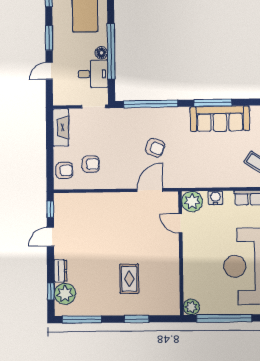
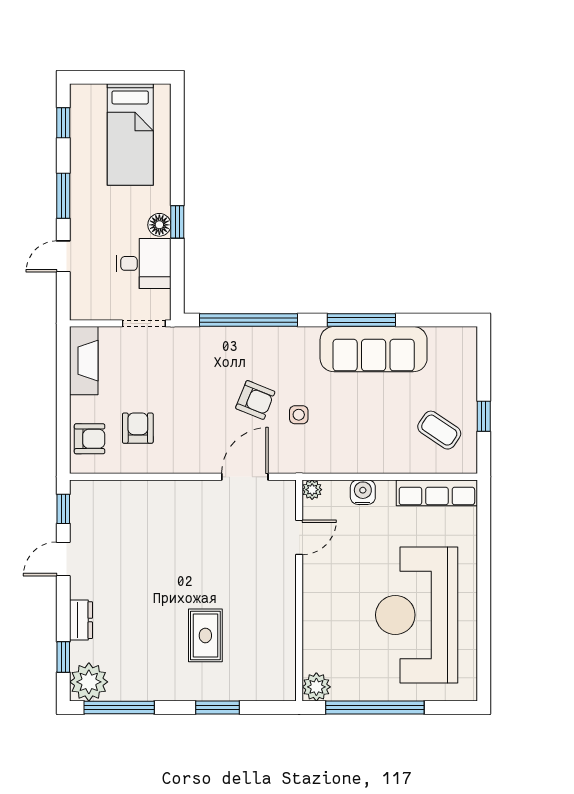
window: (111, 51) -> (177, 222), width x0.32
side table: (179, 155) -> (299, 415), added
armchair: (91, 164) -> (138, 428), turned -90
plant: (192, 202) -> (312, 490), width x0.53, depth x0.53
door: (180, 223) -> (299, 537), swing flipped
plant: (65, 294) -> (89, 682), moved

